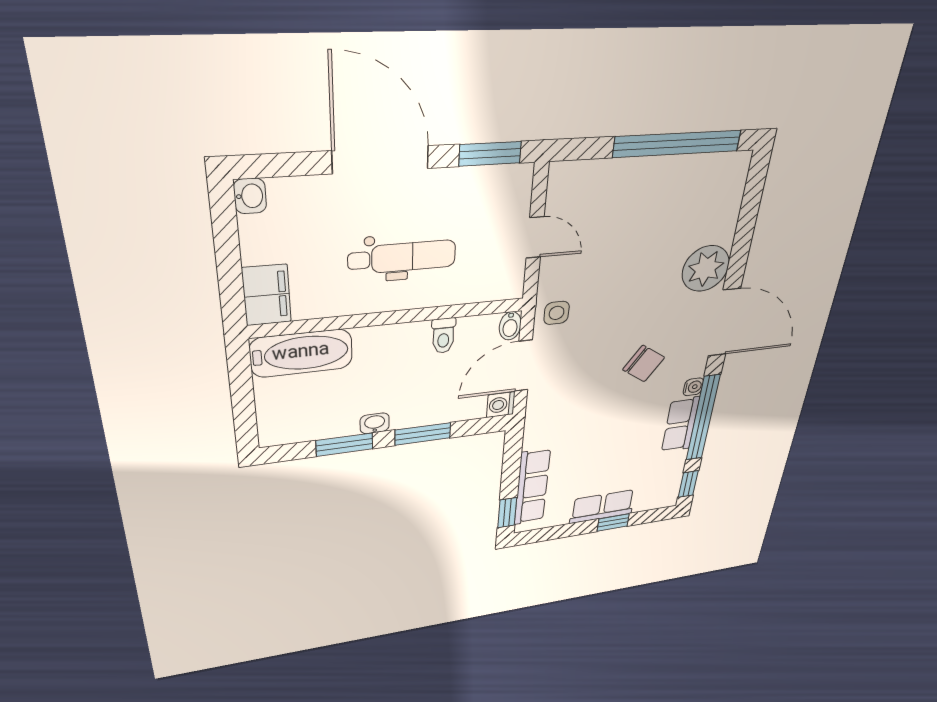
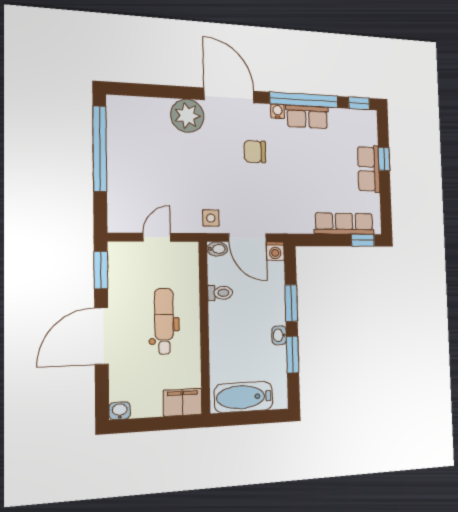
door: (724, 323) -> (229, 95), hinge flipped
bathtub: (301, 353) -> (244, 397), moved, turned -90
chair: (644, 364) -> (255, 152), turned -124

